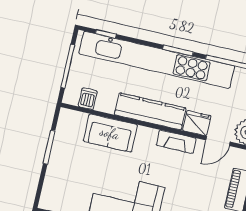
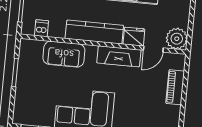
fireplace: (176, 142) -> (119, 56), width x1.37, depth x1.32

